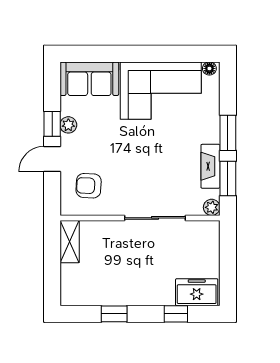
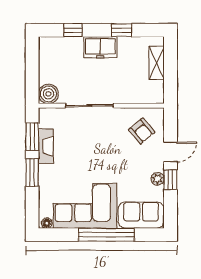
window: (134, 54) -> (106, 235), added
armchair: (89, 186) -> (142, 131), turned 47
plant: (212, 207) -> (45, 114), removed
boiler: (207, 233) -> (48, 94), added
shelving: (70, 242) -> (157, 63), moved
freezer: (197, 292) -> (100, 47), moved

